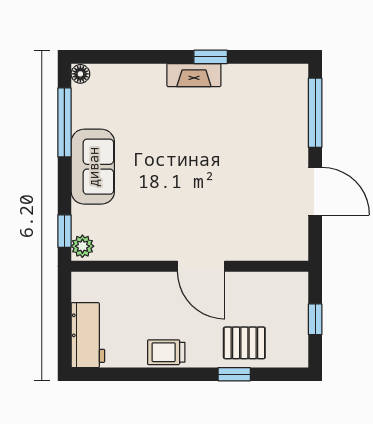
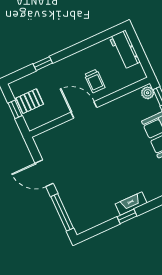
pallet: (244, 343) -> (30, 101), moved
trolley: (166, 352) -> (95, 81), moved, turned 90

